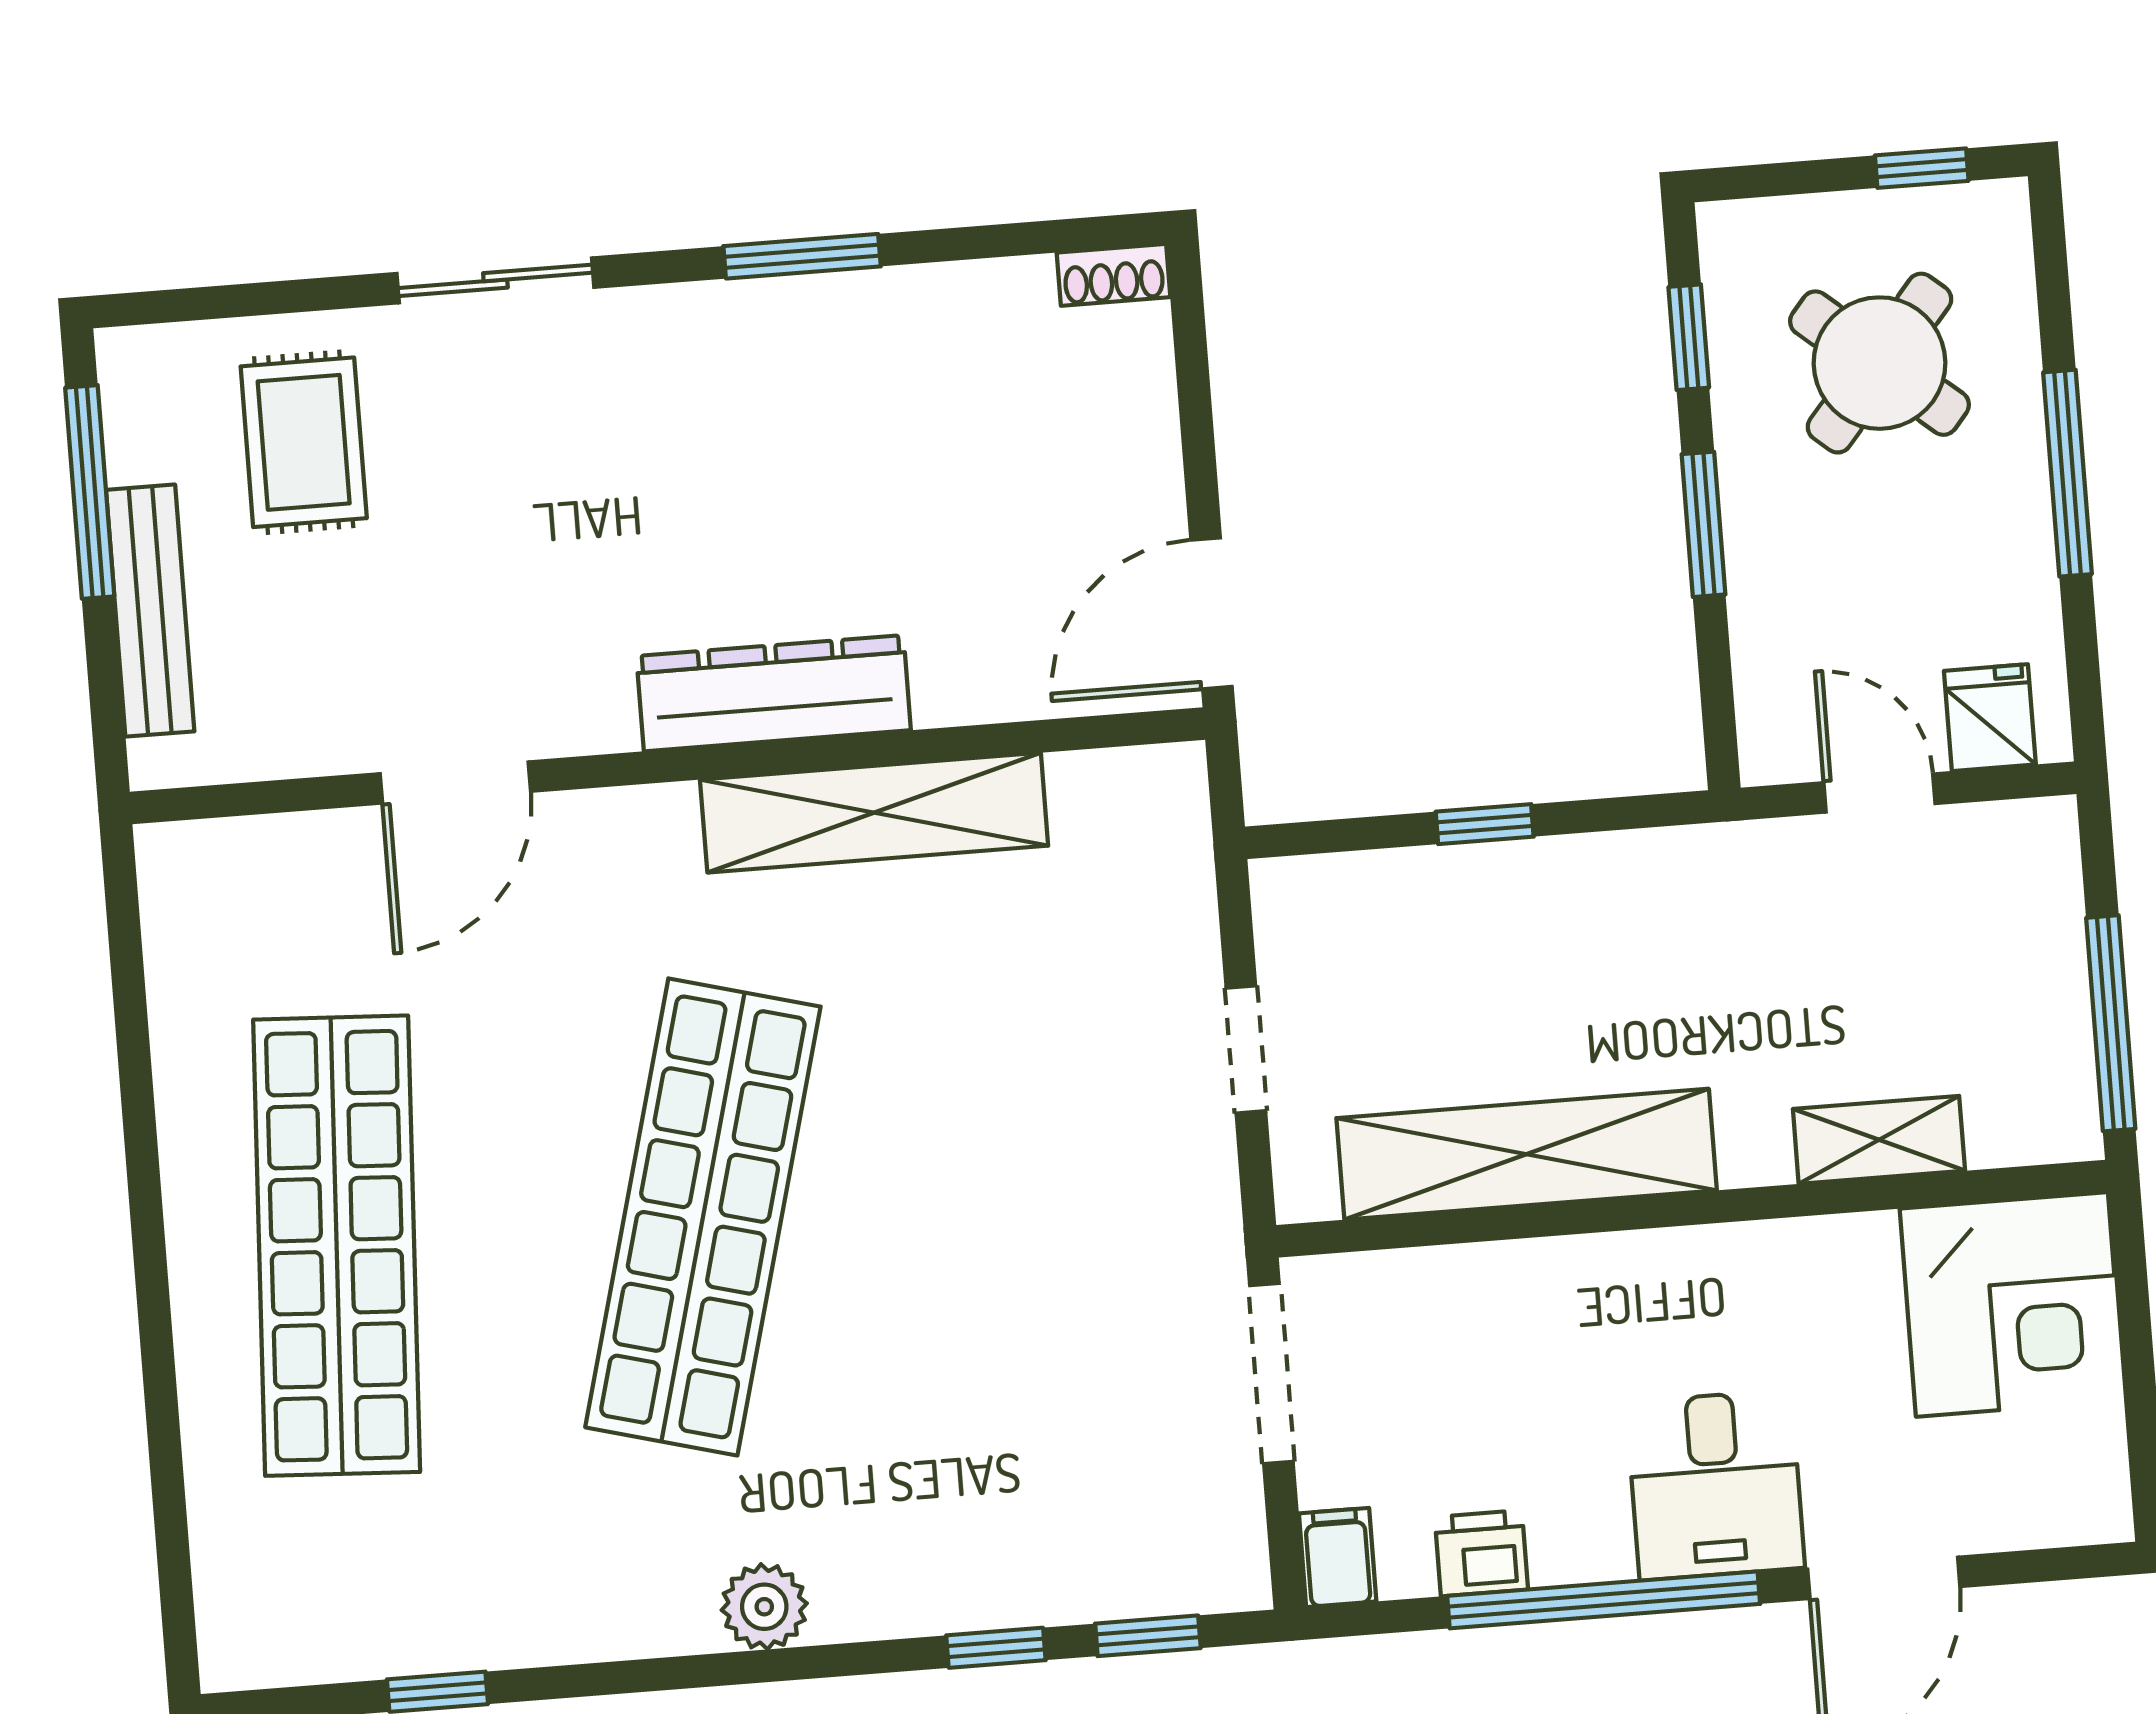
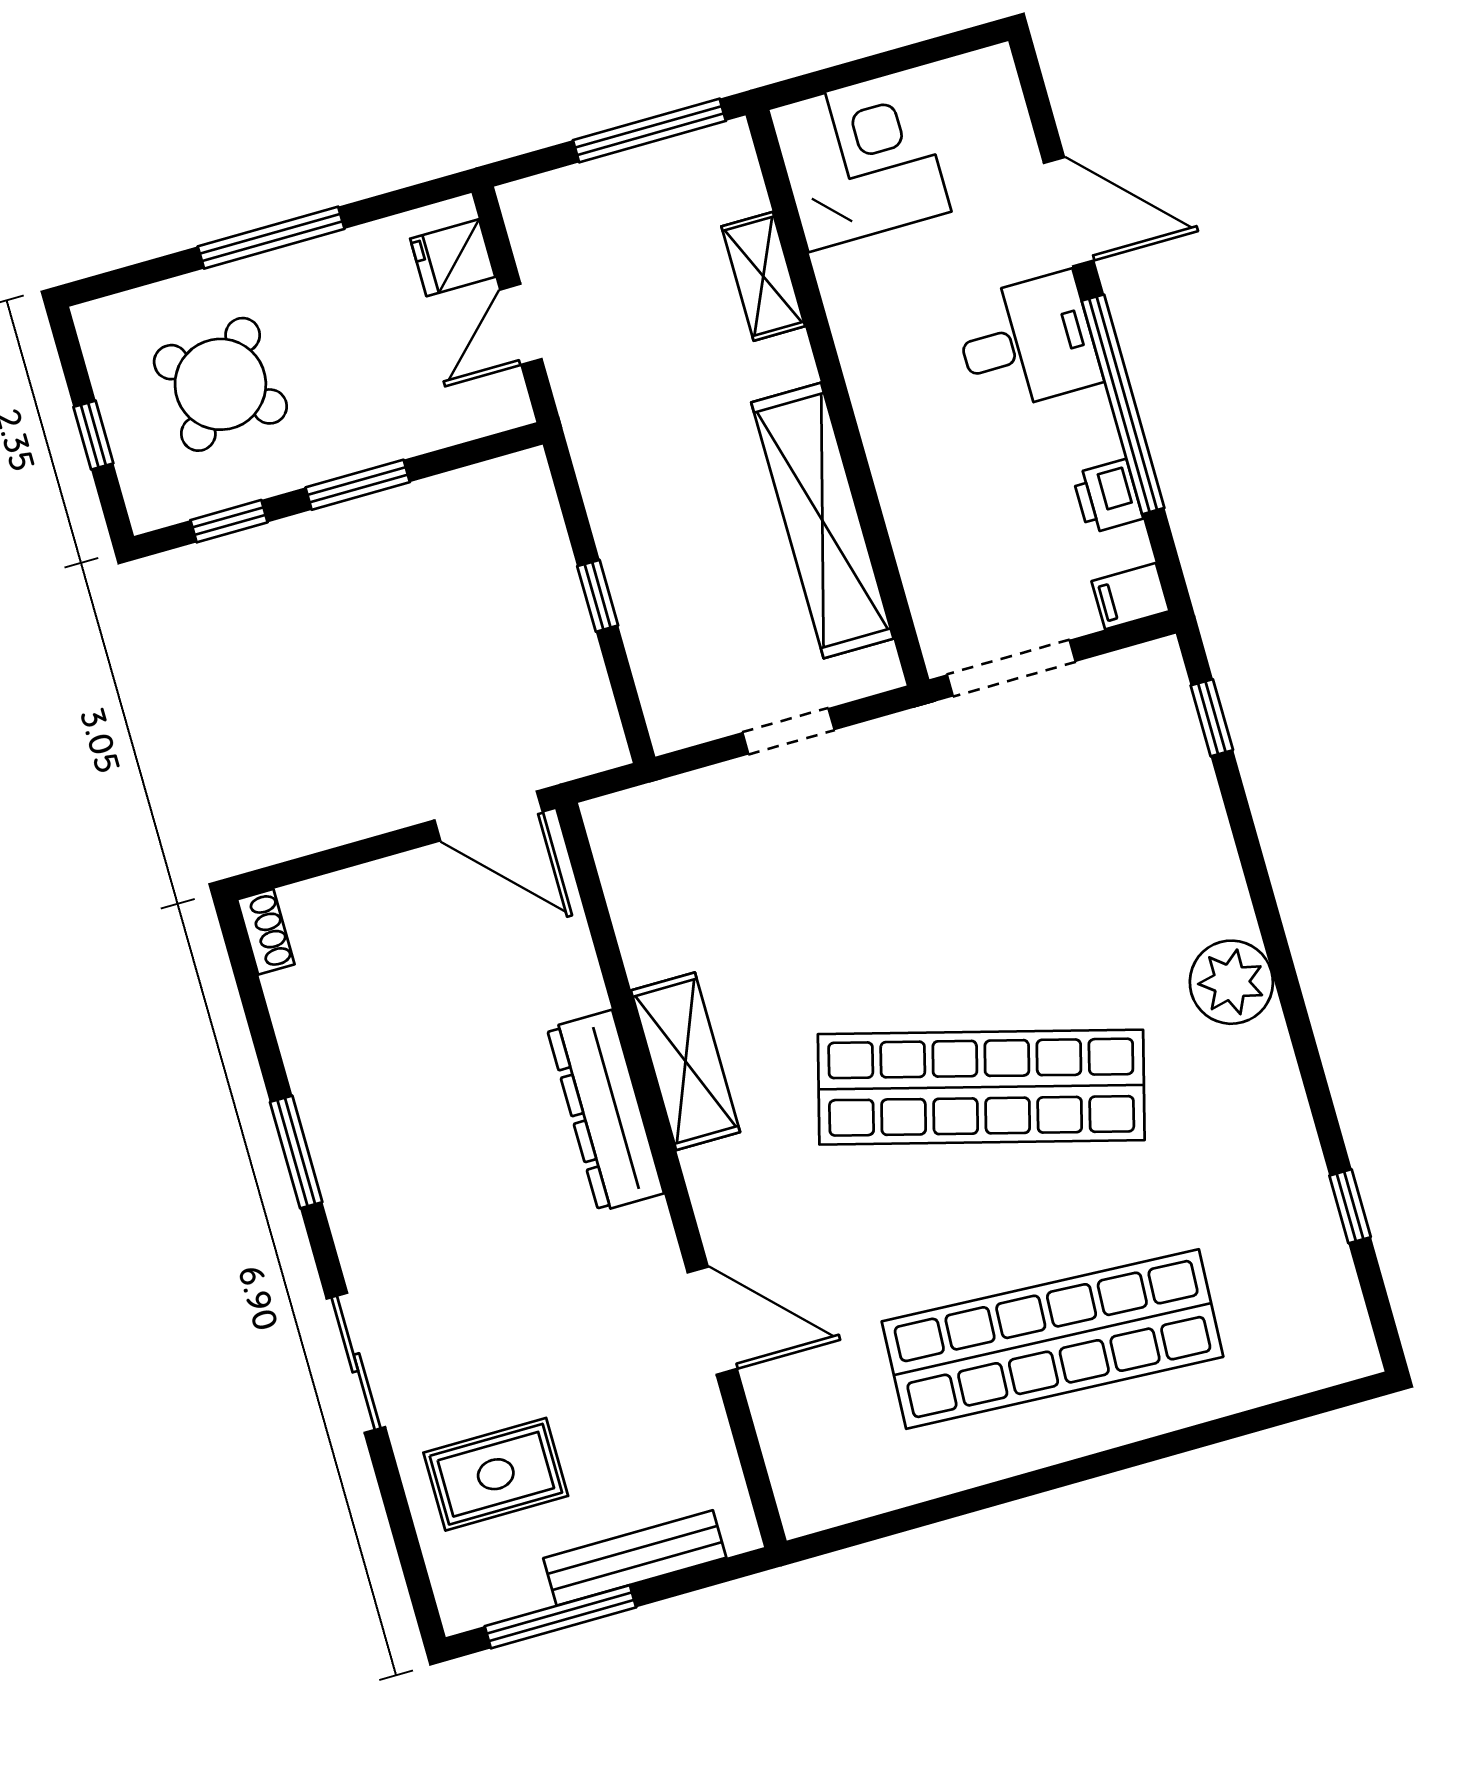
window: (1922, 168) -> (93, 435), moved
shelving: (874, 813) -> (685, 1061), width x0.68
plant: (764, 1607) -> (1231, 982), width x1.36, depth x1.36
window: (996, 1648) -> (1241, 822), removed

